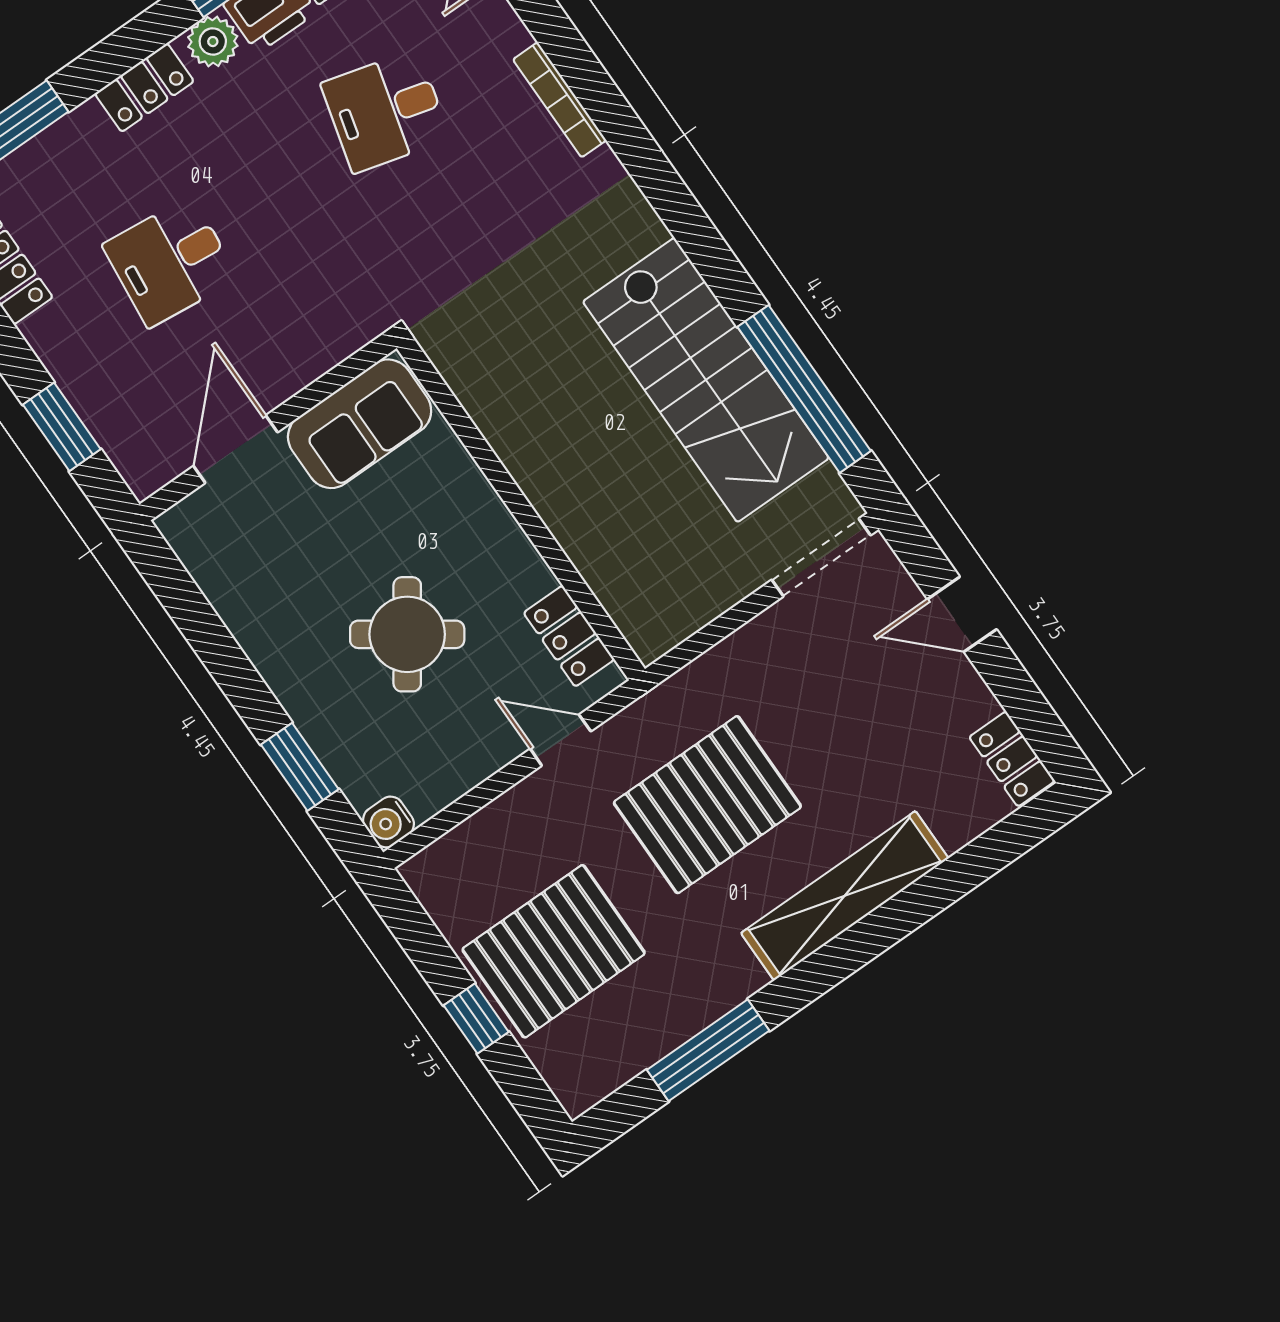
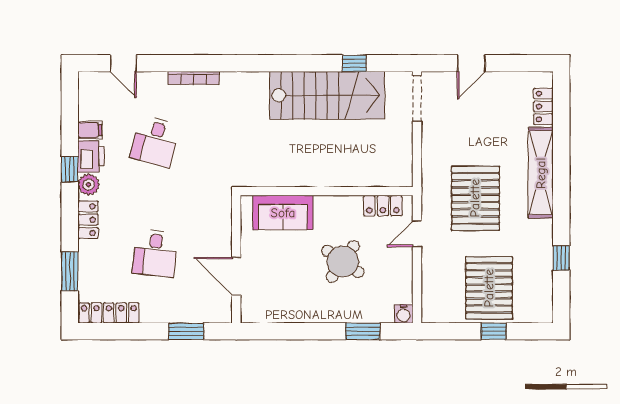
window: (804, 389) -> (354, 63), width x0.32
sofa: (360, 424) -> (283, 213), moved, turned 90
locker: (1012, 759) -> (543, 106), moved, turned 90
window: (708, 1050) -> (561, 258), width x0.46

